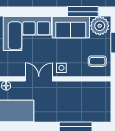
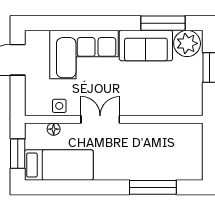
coffee table: (97, 61) -> (184, 94), removed
side table: (61, 68) -> (59, 106), moved

